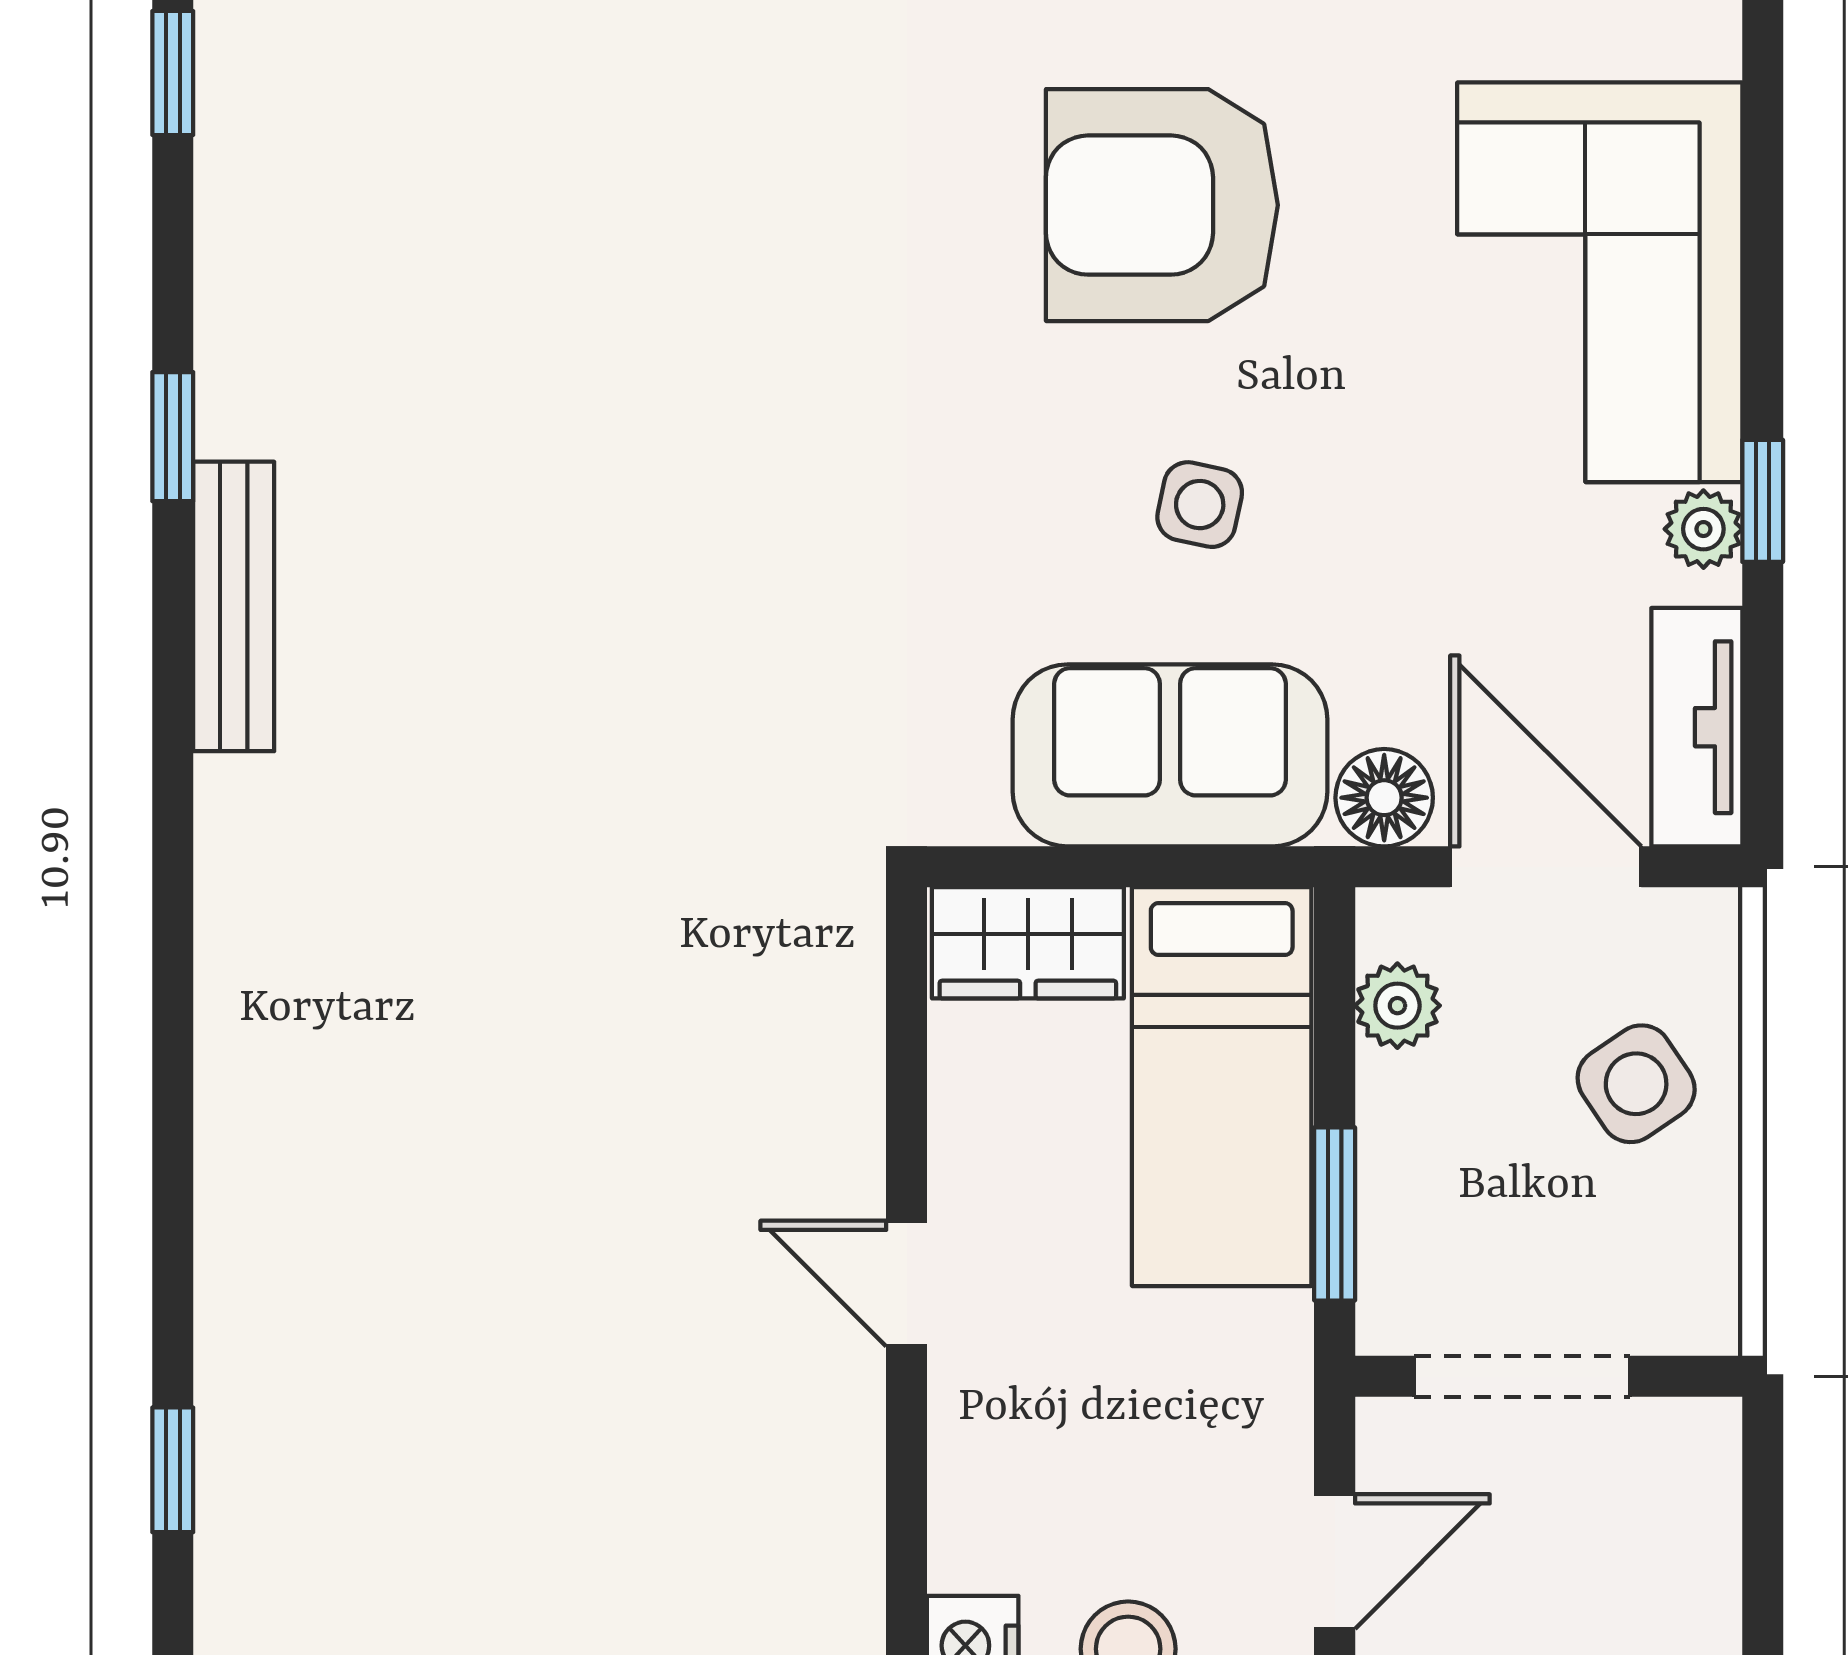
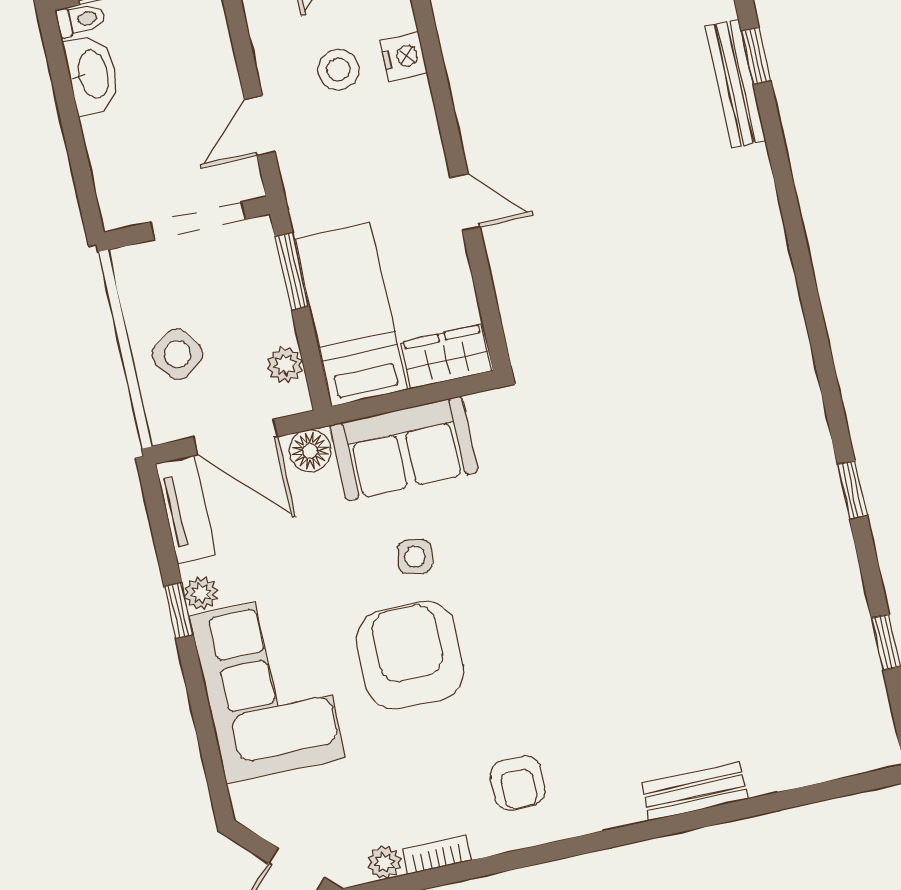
armchair: (1162, 205) -> (410, 655), moved, turned -90
bench: (234, 606) -> (735, 83), moved

